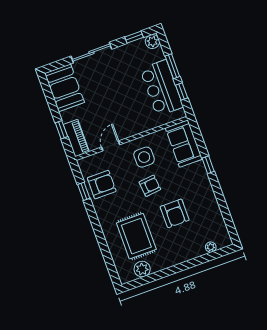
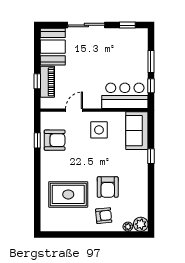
plant: (152, 42) -> (142, 34), removed
bar counter: (162, 88) -> (125, 96), moved, turned 90
piano: (76, 138) -> (47, 82), moved
armchair: (150, 186) -> (104, 216), moved
rug: (136, 236) -> (68, 194), turned 90
plant: (142, 269) -> (141, 224), moved

